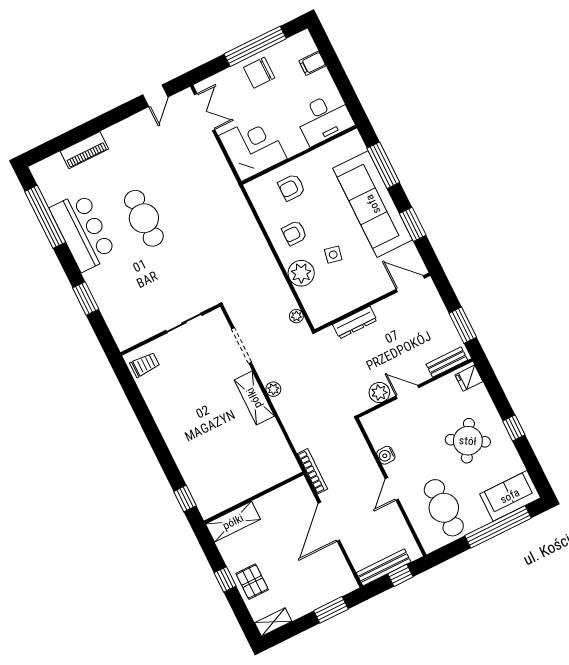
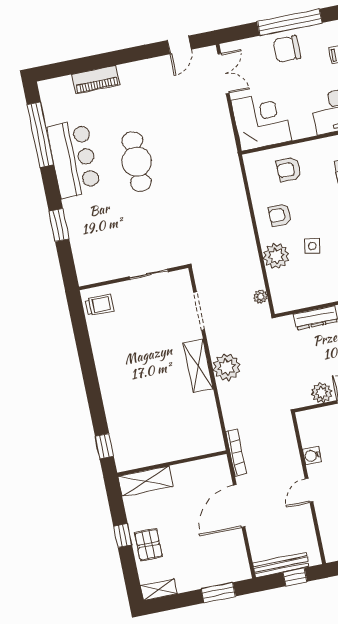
plant: (273, 389) -> (227, 367), width x1.88, depth x1.88

